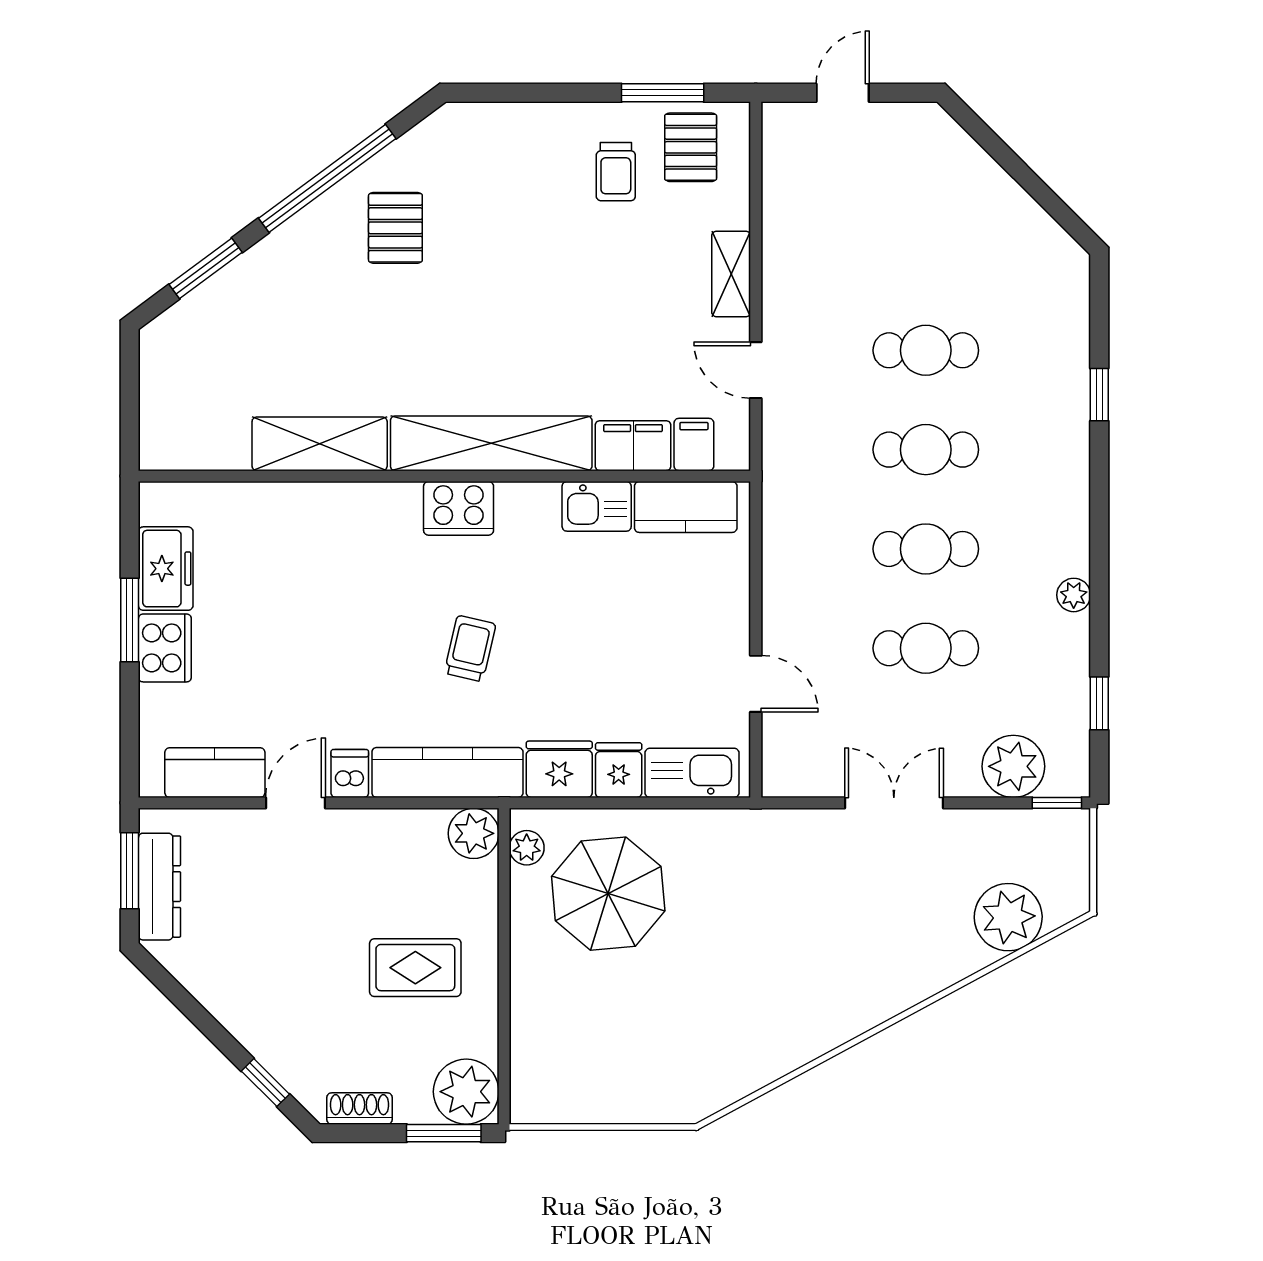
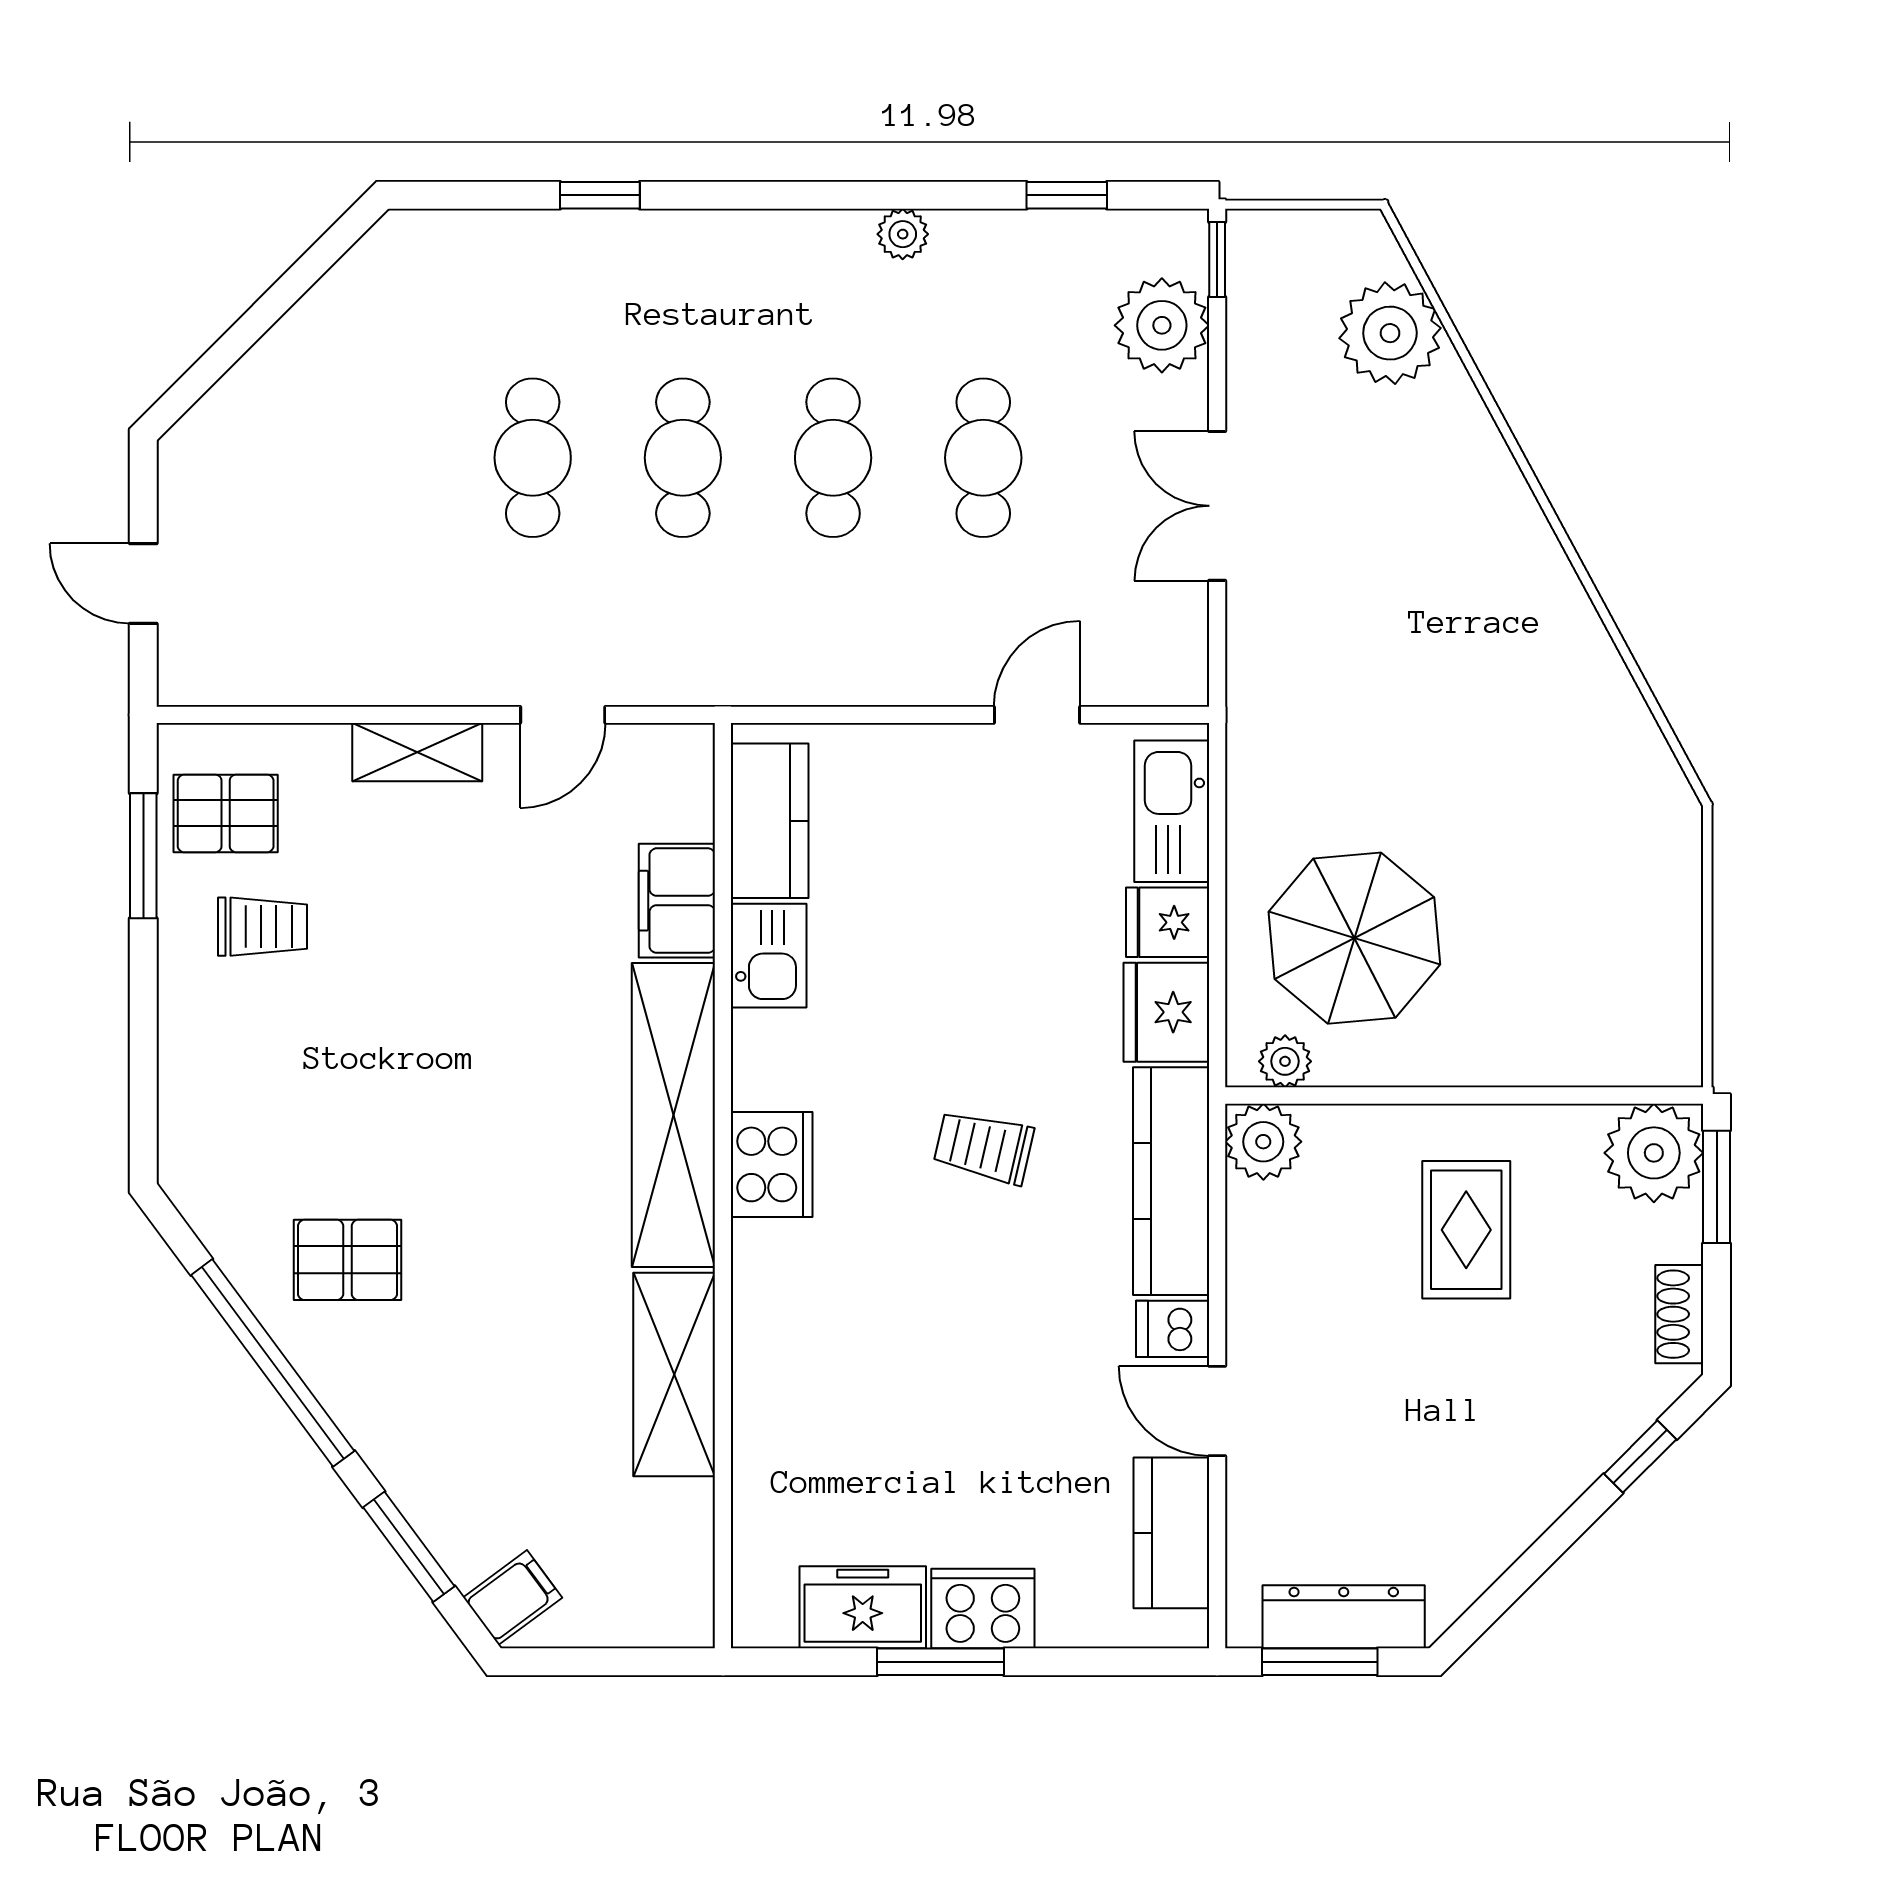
filing cabinet: (694, 444) -> (513, 1598), moved, turned 143

